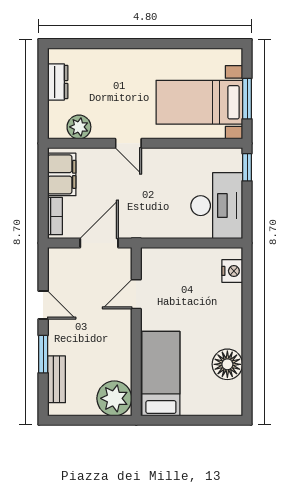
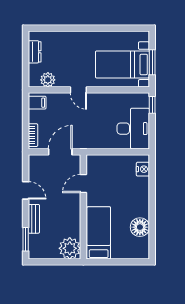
filing cabinet: (62, 174) -> (37, 103), width x0.50
window: (43, 354) -> (26, 239), moved
bench: (57, 379) -> (34, 219), moved

